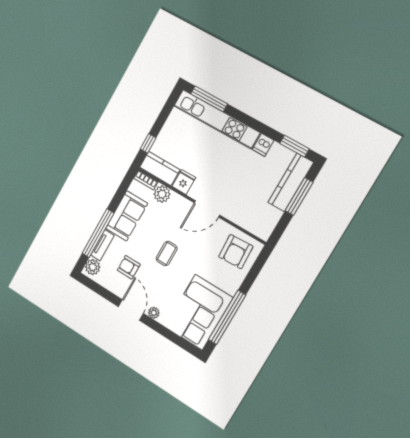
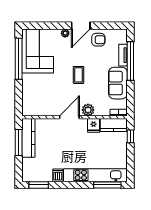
kitchen counter: (291, 182) -> (28, 138), moved
plant: (162, 194) -> (88, 110), moved
window: (299, 196) -> (19, 142), moved
armchair: (236, 252) -> (37, 102), removed
plant: (93, 267) -> (121, 37), removed
armchair: (129, 267) -> (98, 40), moved
door: (131, 310) -> (81, 26), hinge flipped

